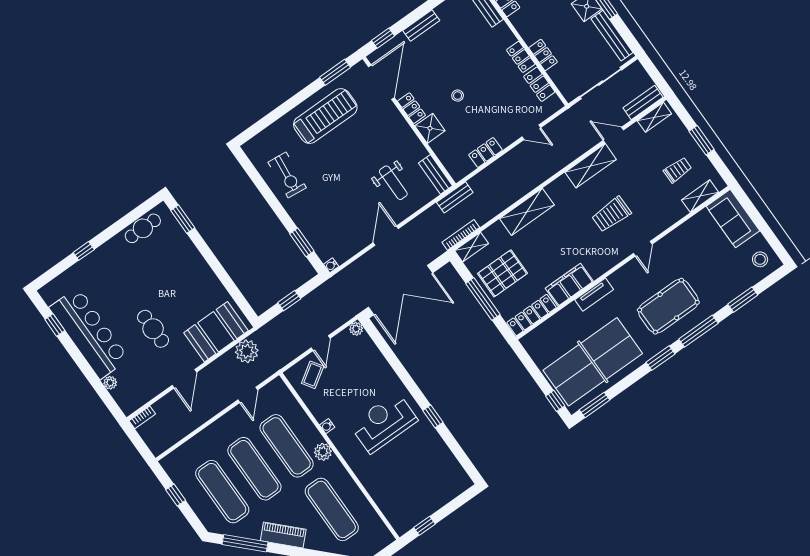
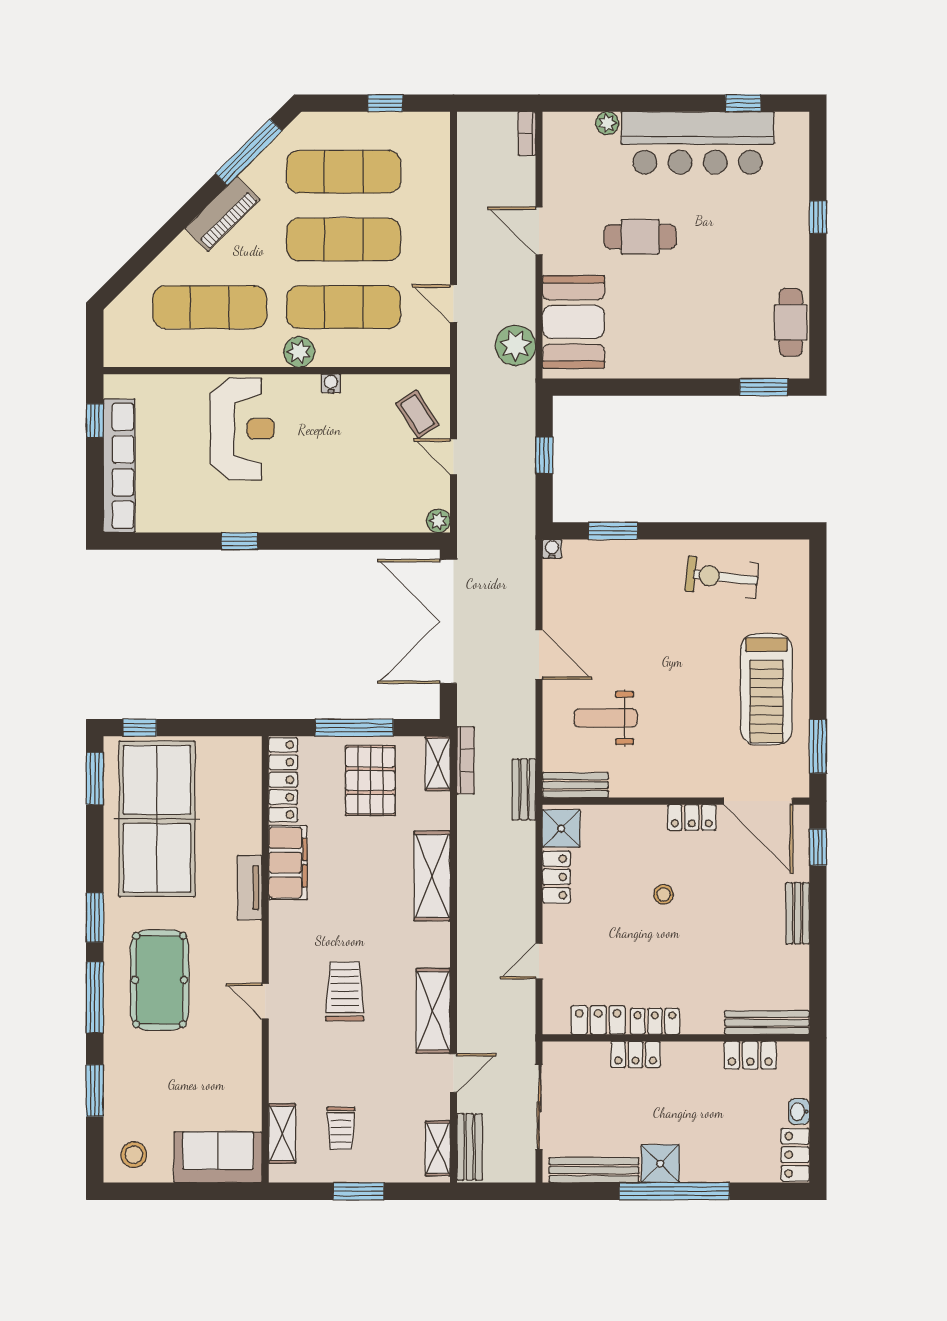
shower: (430, 128) -> (561, 828), moved
reception desk: (384, 423) -> (242, 429), moved
row of seats: (438, 499) -> (119, 466), added

